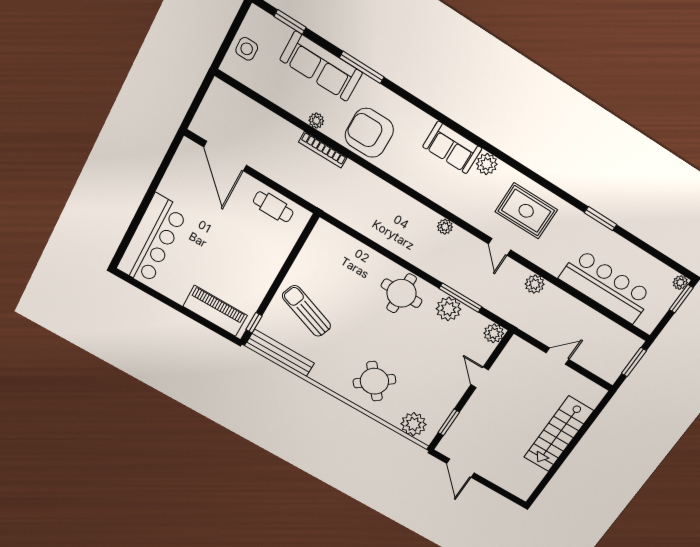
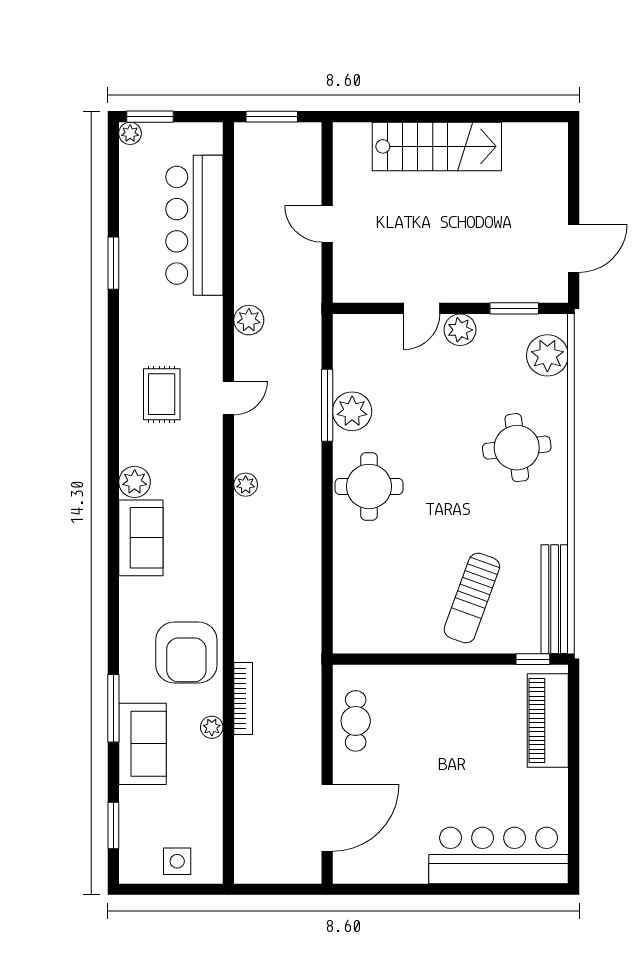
sofa: (321, 66) -> (142, 744), width x0.73
rug: (526, 211) -> (162, 394), width x0.73, depth x0.70
window: (601, 219) -> (113, 263), moved
plant: (494, 333) -> (460, 330), moved
round table: (374, 381) -> (517, 448), turned 32

